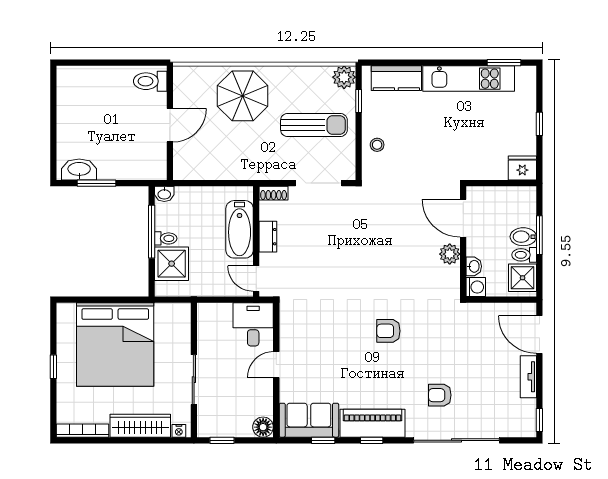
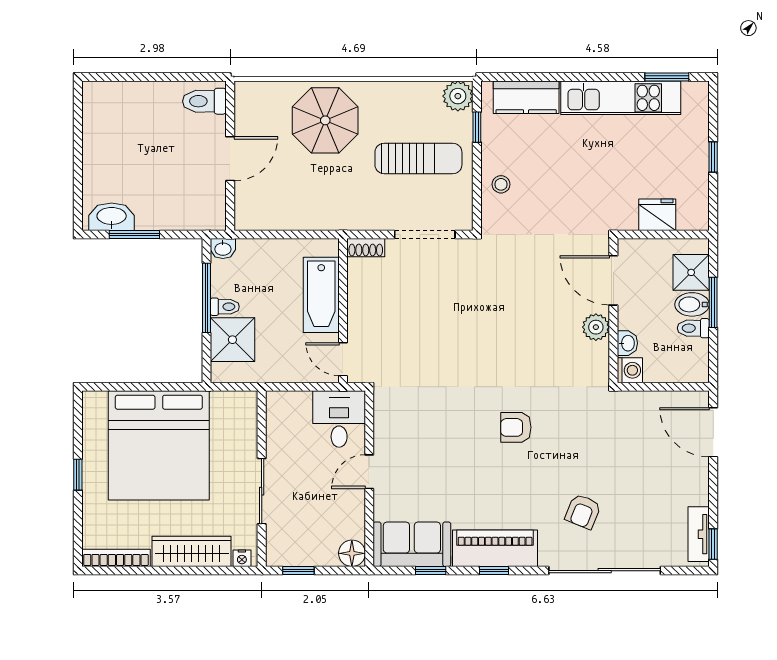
fridge: (522, 168) -> (657, 215), moved
dresser: (268, 237) -> (358, 304), removed
shower: (523, 278) -> (691, 272), moved
tv unit: (528, 377) -> (699, 534), moved
armchair: (440, 395) -> (583, 512), turned -68

